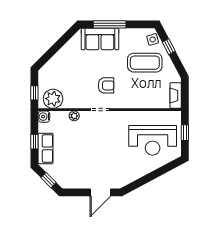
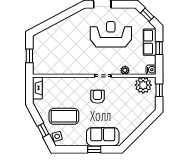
window: (110, 24) -> (94, 149), width x0.46
armchair: (106, 85) -> (97, 97), turned 90
reception desk: (153, 140) -> (111, 34), moved

